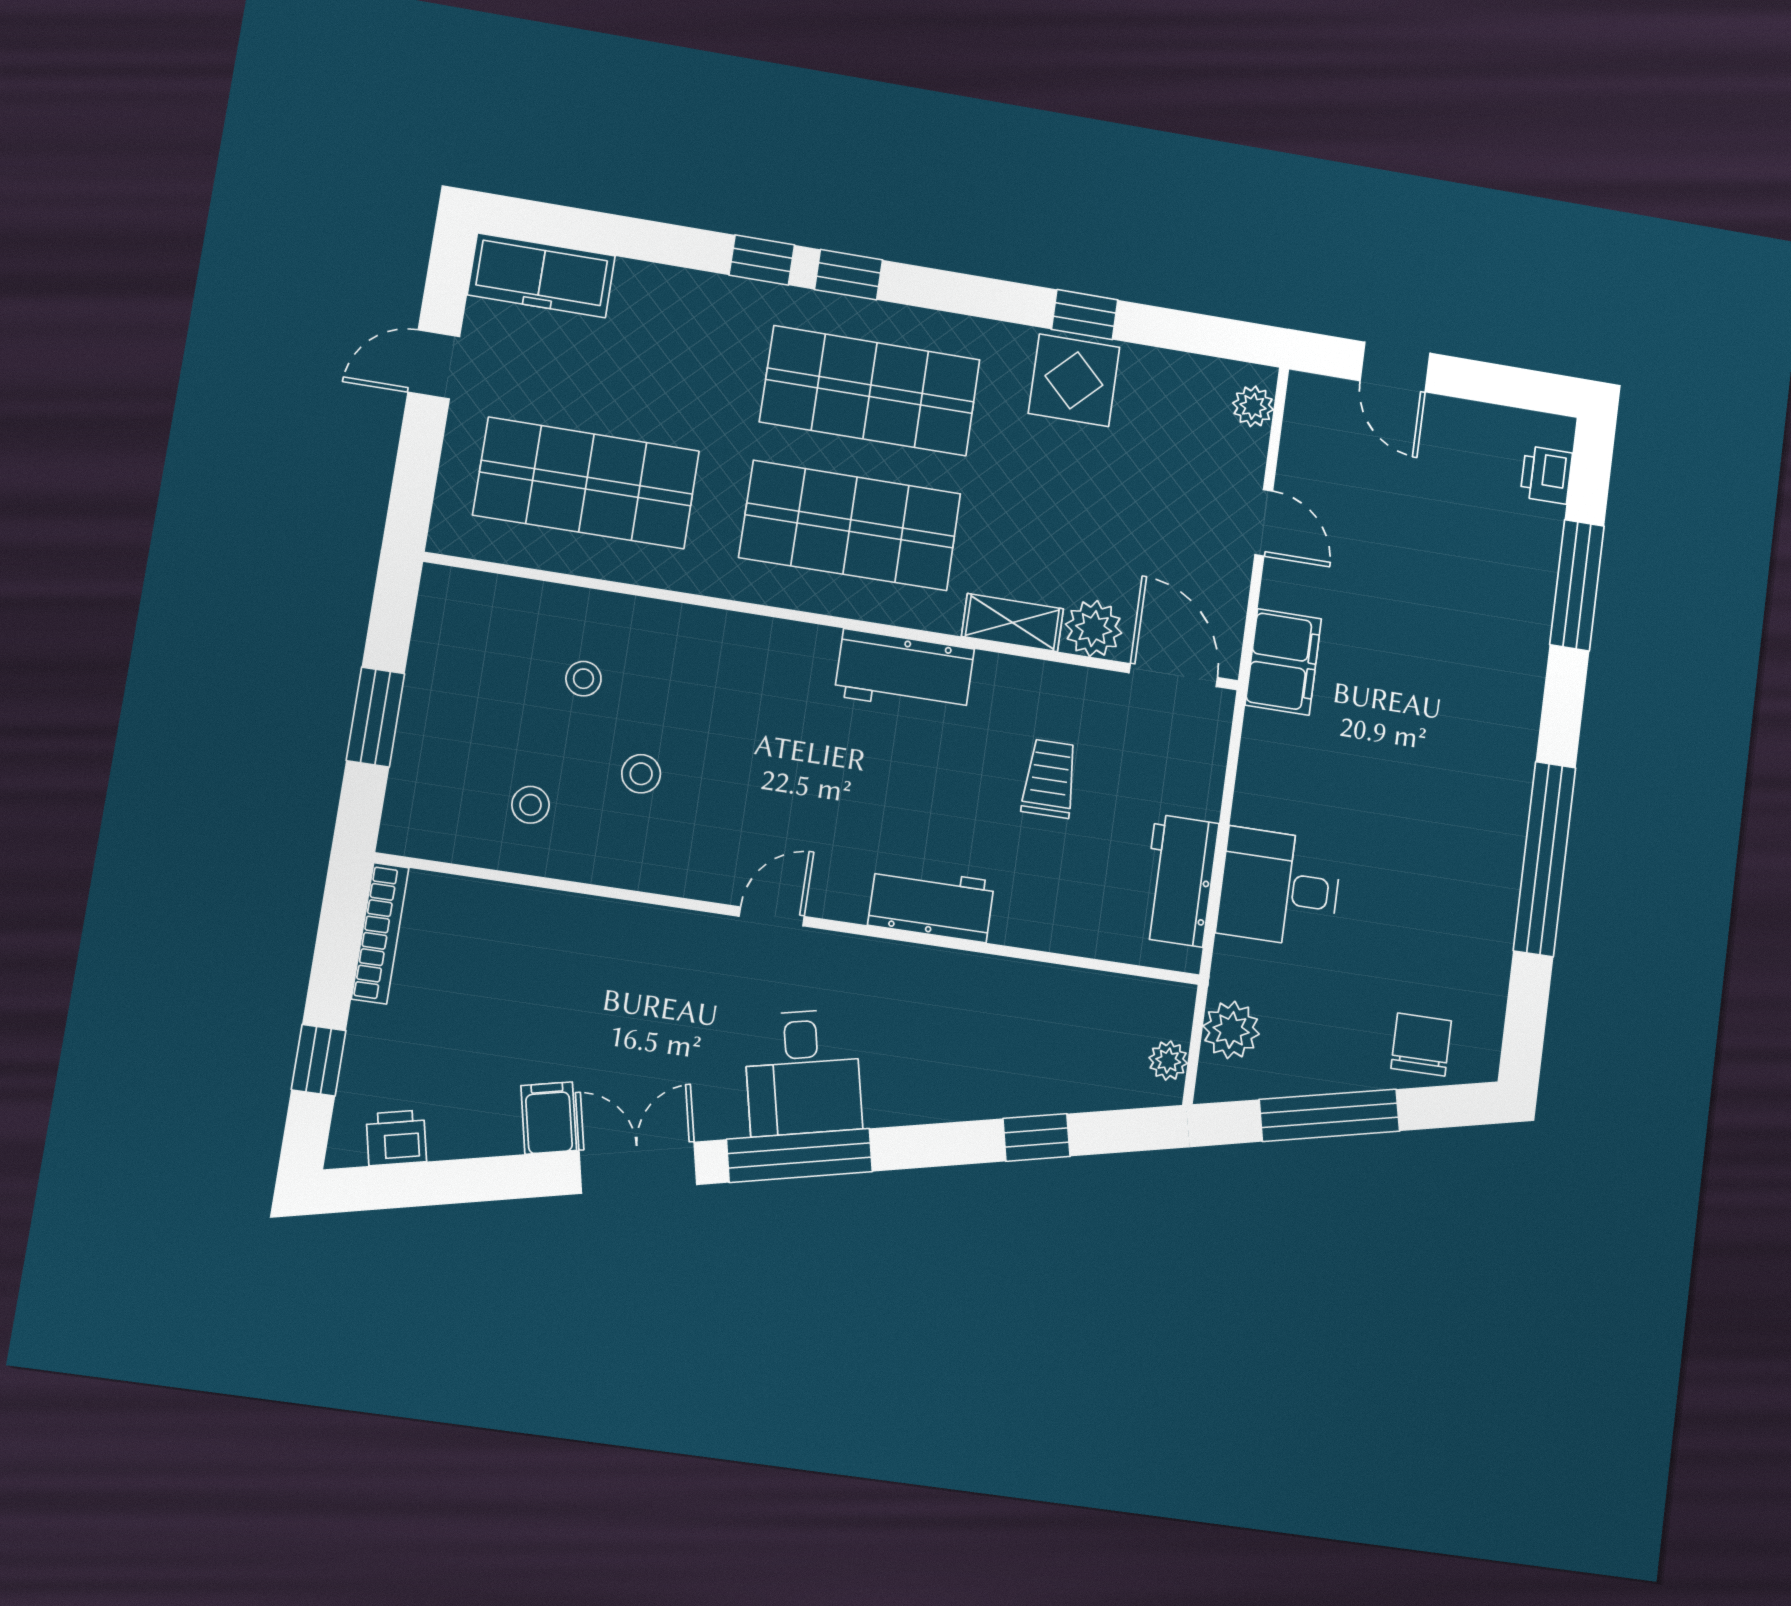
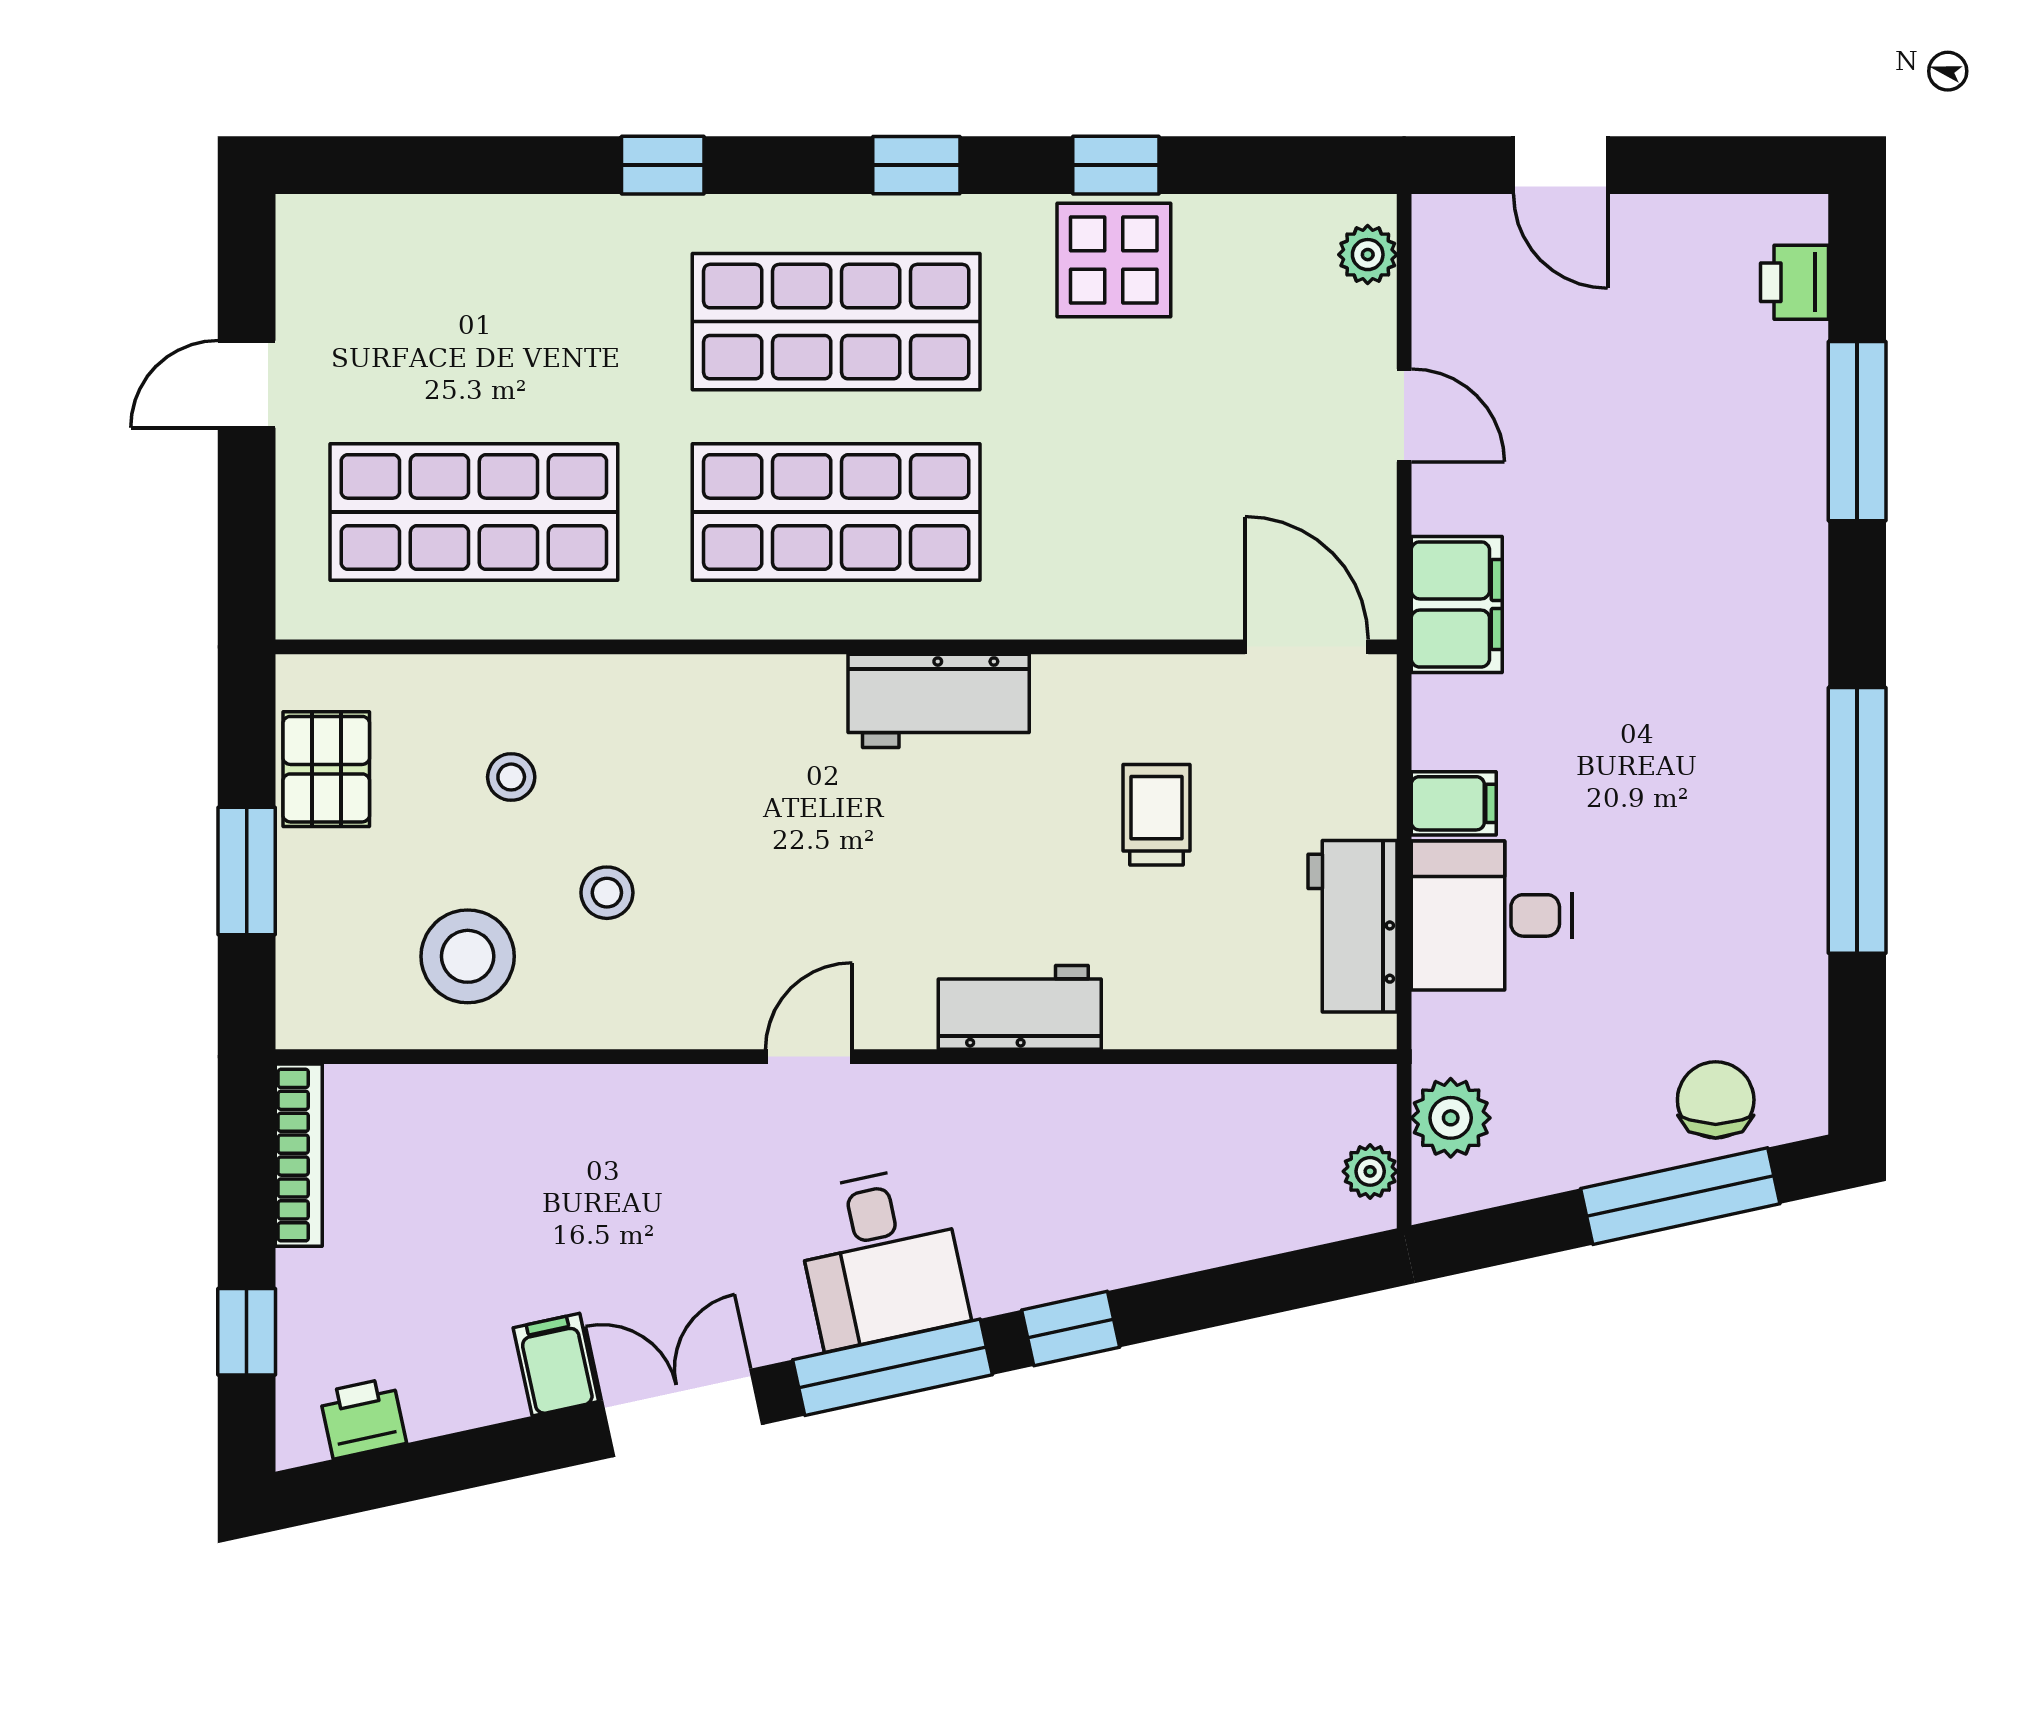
freezer: (541, 275) -> (370, 238), removed
window: (849, 275) -> (916, 165), moved
shelving: (1012, 623) -> (1076, 610), removed
plant: (1094, 629) -> (1188, 600), removed
pallet: (447, 652) -> (326, 769), added
filing cabinet: (1263, 803) -> (1454, 803), added
stool: (530, 805) -> (468, 956), width x1.89, depth x1.89
window: (1329, 1115) -> (1680, 1196), moved
window: (1036, 1137) -> (1071, 1329), moved

